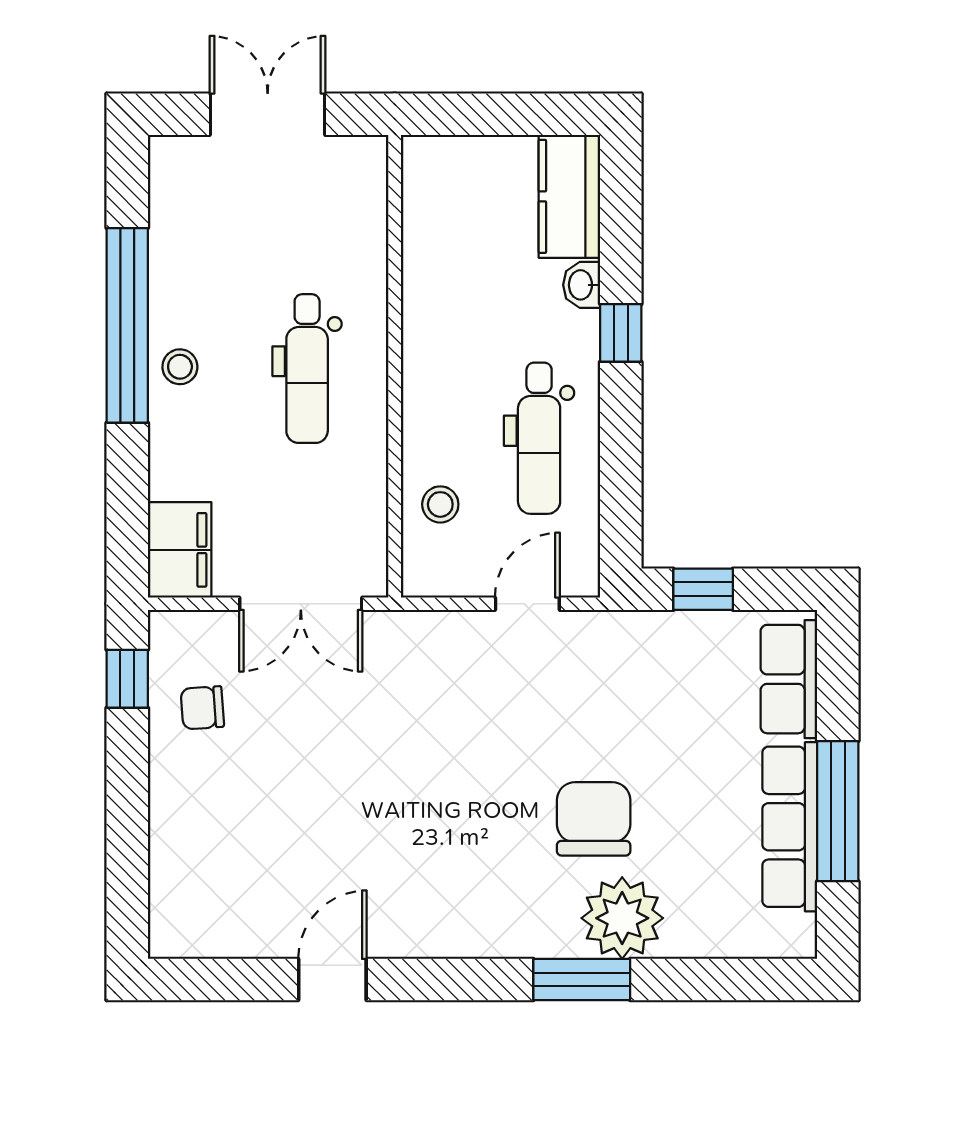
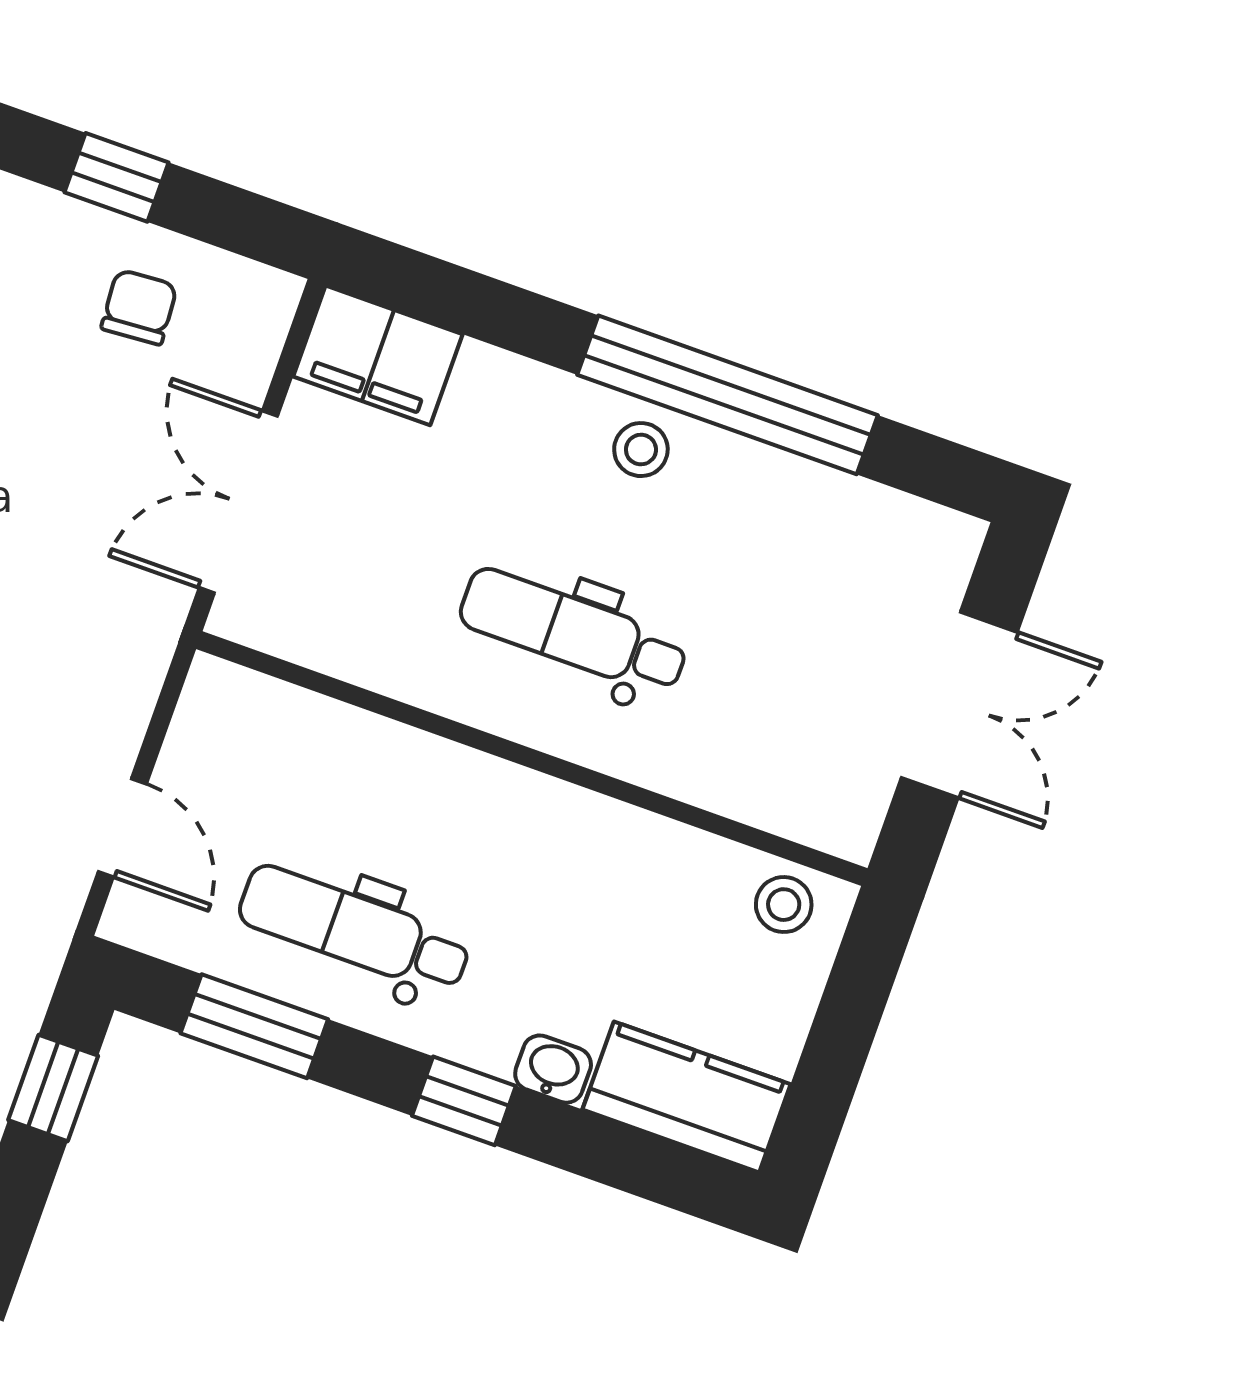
window: (621, 479) -> (254, 1026), added
stool: (440, 504) -> (784, 905), moved
window: (127, 679) -> (116, 177), moved

